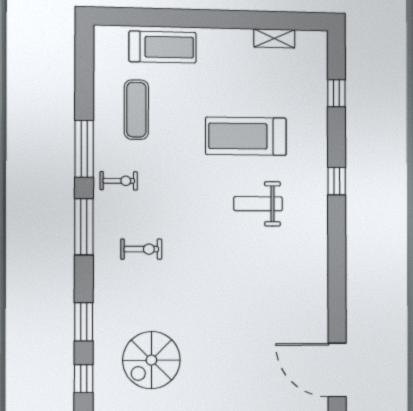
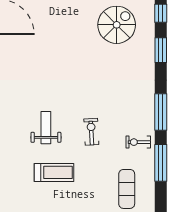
treadmill: (246, 136) -> (54, 172), width x0.73, depth x0.73
weight bench: (258, 204) -> (46, 128), turned -90
exercise bike: (141, 249) -> (91, 132), moved, turned 87

